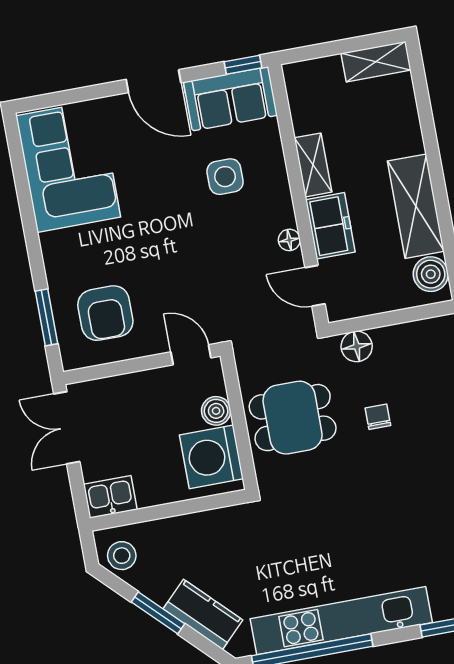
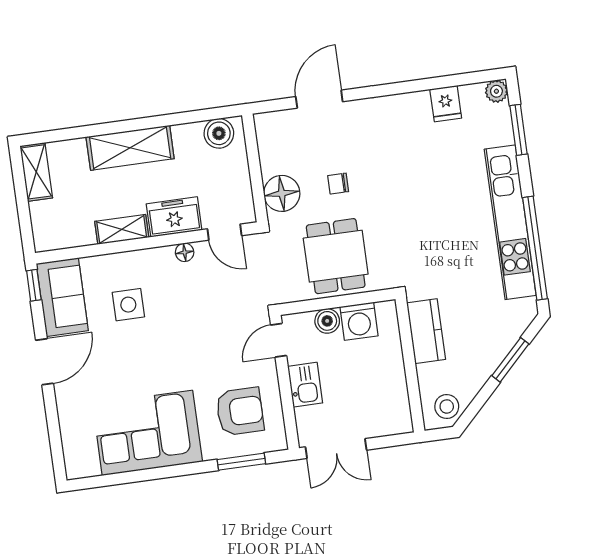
corner sofa: (68, 166) -> (147, 433), moved
shelving: (416, 206) -> (130, 148), moved
door: (315, 286) -> (225, 232), hinge flipped
floor lamp: (357, 346) -> (282, 193), width x1.38, depth x1.38
washing machine: (211, 457) -> (359, 321), width x0.73, depth x0.73
kitchen sink: (110, 497) -> (305, 385), moved, turned 180
window: (158, 613) -> (510, 360), moved
kitchen counter: (203, 614) -> (426, 331), moved, turned 135

